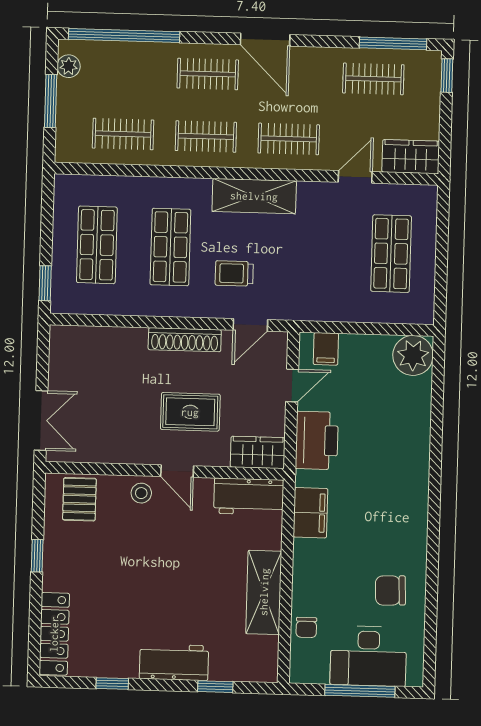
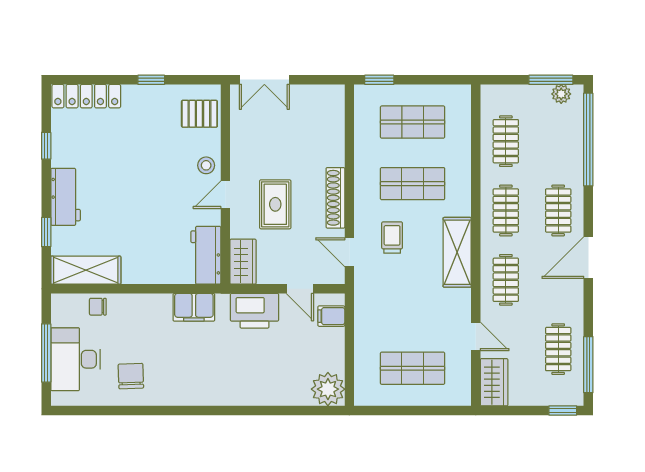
window: (51, 101) -> (551, 80), moved
shelving: (264, 592) -> (86, 270), moved

